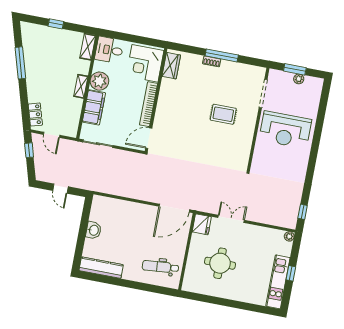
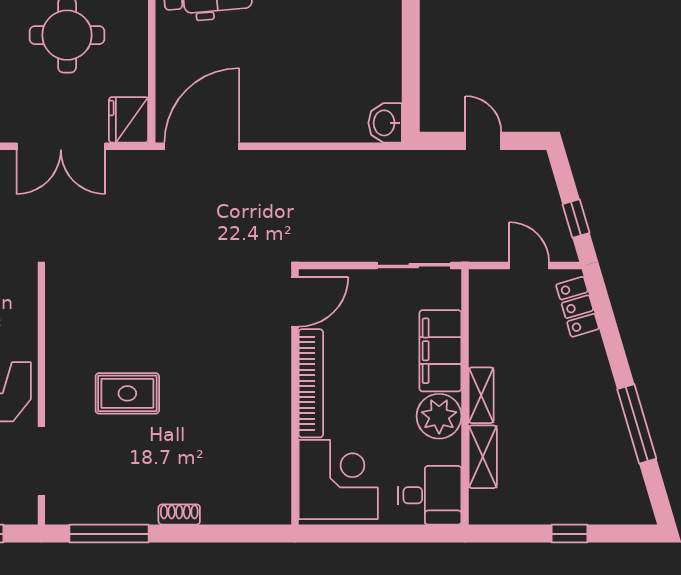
shelving: (88, 47) -> (483, 457), moved
window: (222, 55) -> (109, 534), moved
wardrobe: (171, 66) -> (274, 486), removed
double door: (231, 219) -> (61, 146), width x1.37
washbasin: (94, 230) -> (385, 123), moved

